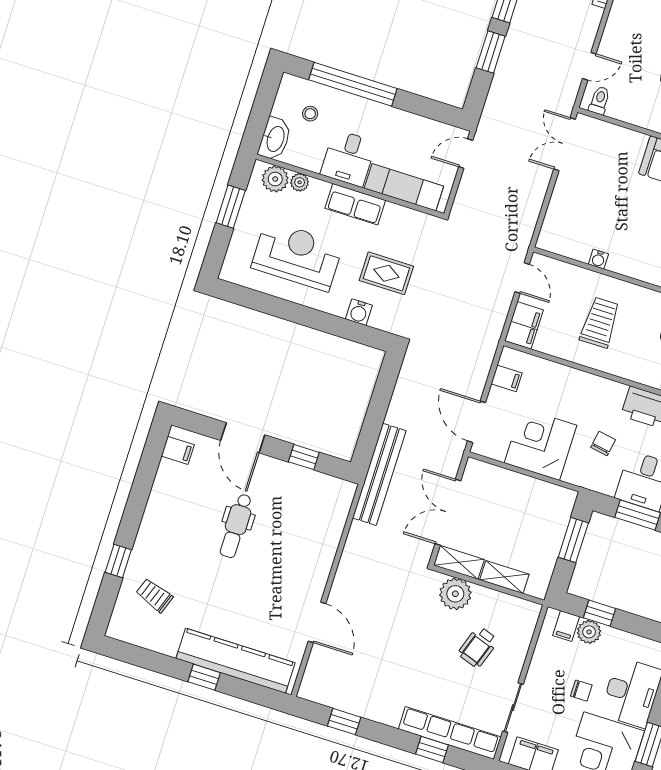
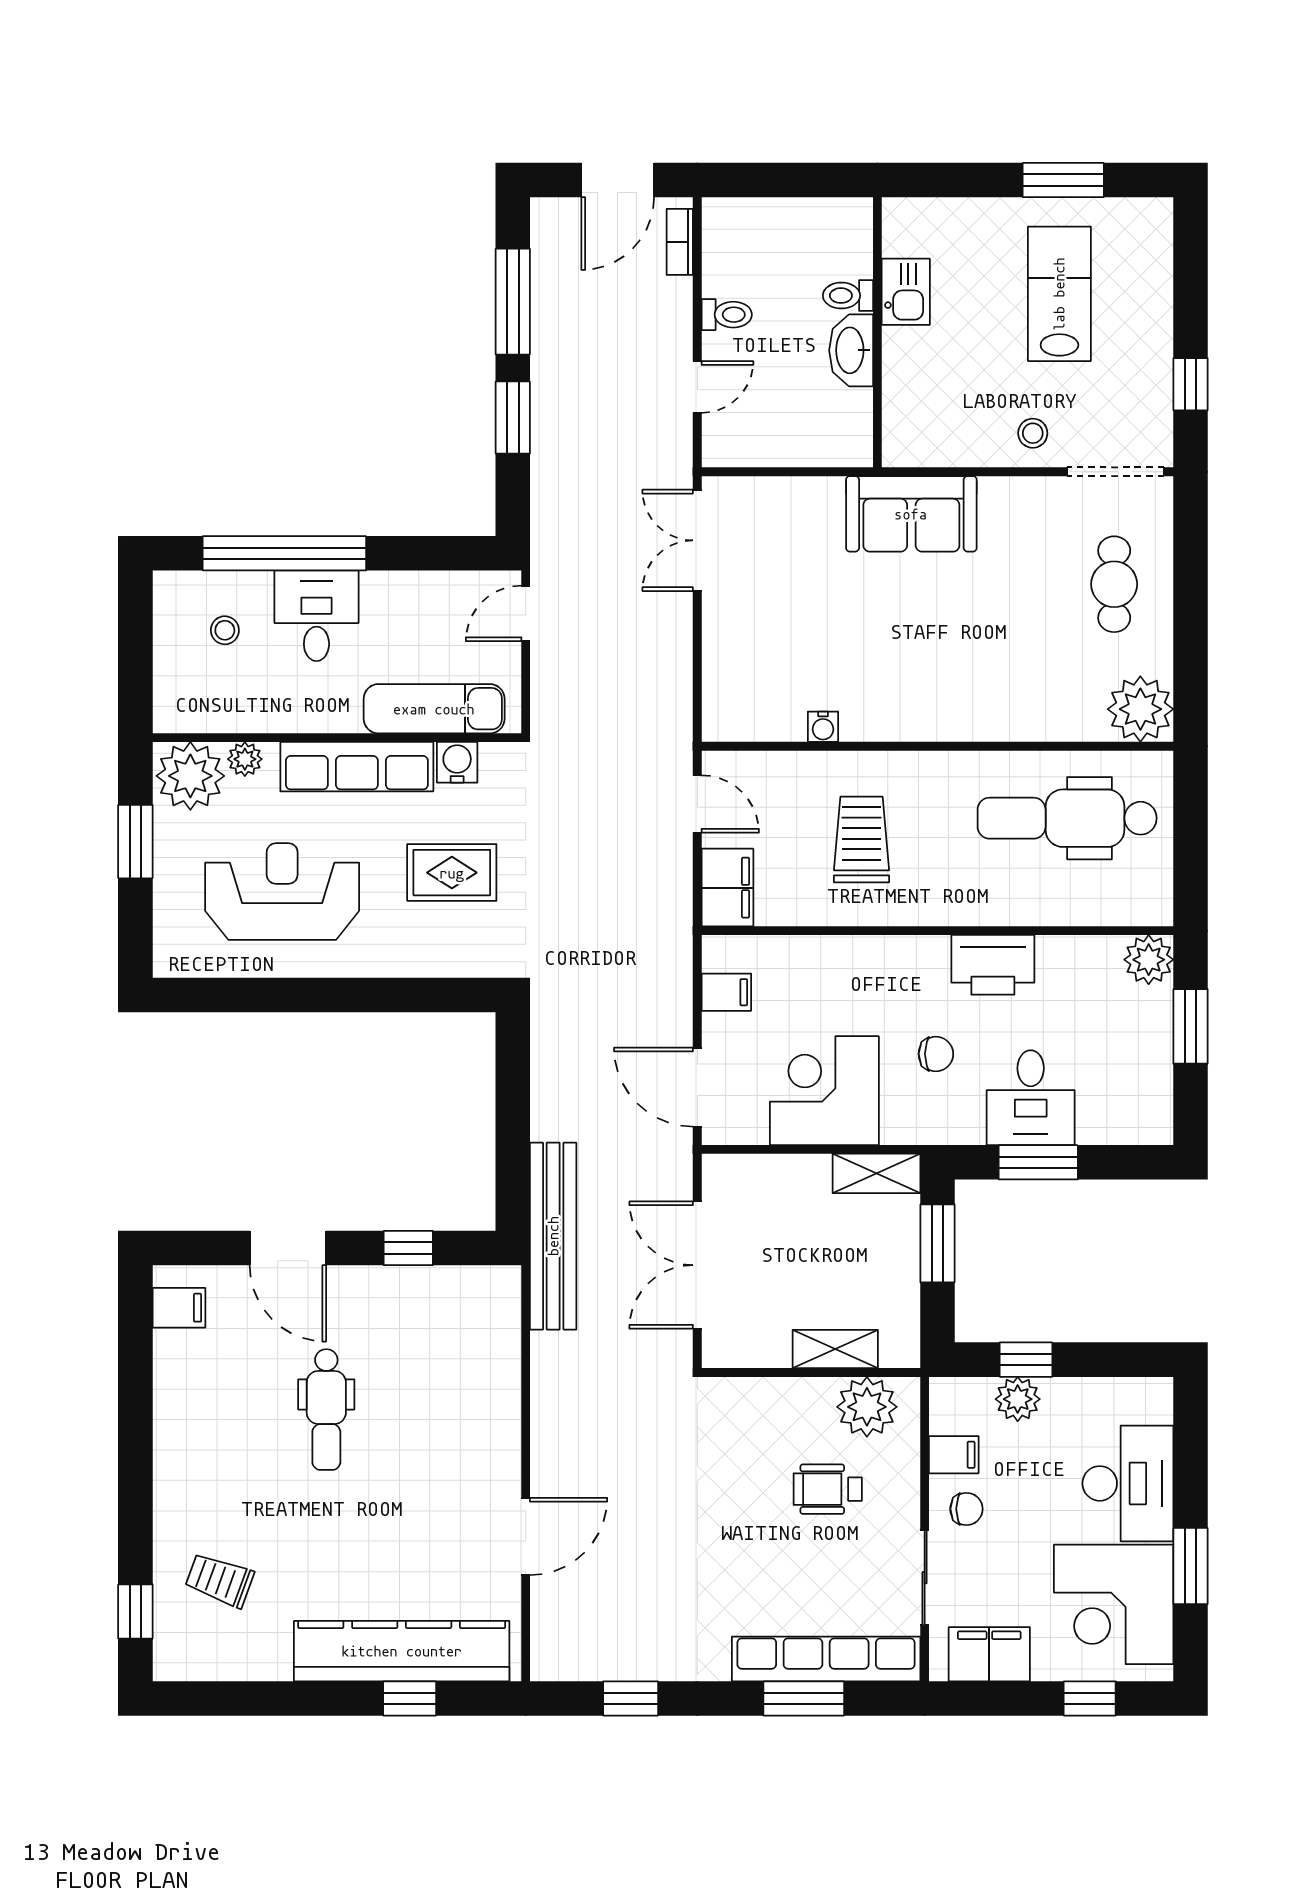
toilet: (599, 100) -> (727, 315), moved, turned 90
washbasin: (275, 139) -> (176, 695), removed
desk: (348, 158) -> (316, 616), moved, turned 180
plant: (275, 179) -> (190, 776), width x1.36, depth x1.36
row of seats: (355, 204) -> (357, 767), width x1.48
water cooler: (359, 312) -> (457, 762), moved, turned 180
chair: (603, 443) -> (936, 1054), turned 80
window: (118, 561) -> (135, 1611), moved
shelving: (459, 562) -> (876, 1173), moved
plant: (455, 594) -> (867, 1407), moved
door: (317, 622) -> (526, 1536), hinge flipped
filing cabinet: (566, 626) -> (954, 1455), moved, turned -90
wheelchair: (478, 647) -> (828, 1489), turned 71
window: (204, 677) -> (410, 1698), moved
chair: (581, 691) -> (966, 1509), moved
window: (432, 750) -> (804, 1698), width x1.50

